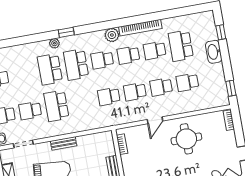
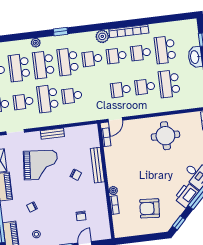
plant: (54, 43) -> (36, 43), moved
school desk: (24, 74) -> (19, 68), added
school desk: (187, 82) -> (169, 84), width x1.85
school desk: (109, 96) -> (72, 96), moved
door: (155, 120) -> (115, 120), moved

